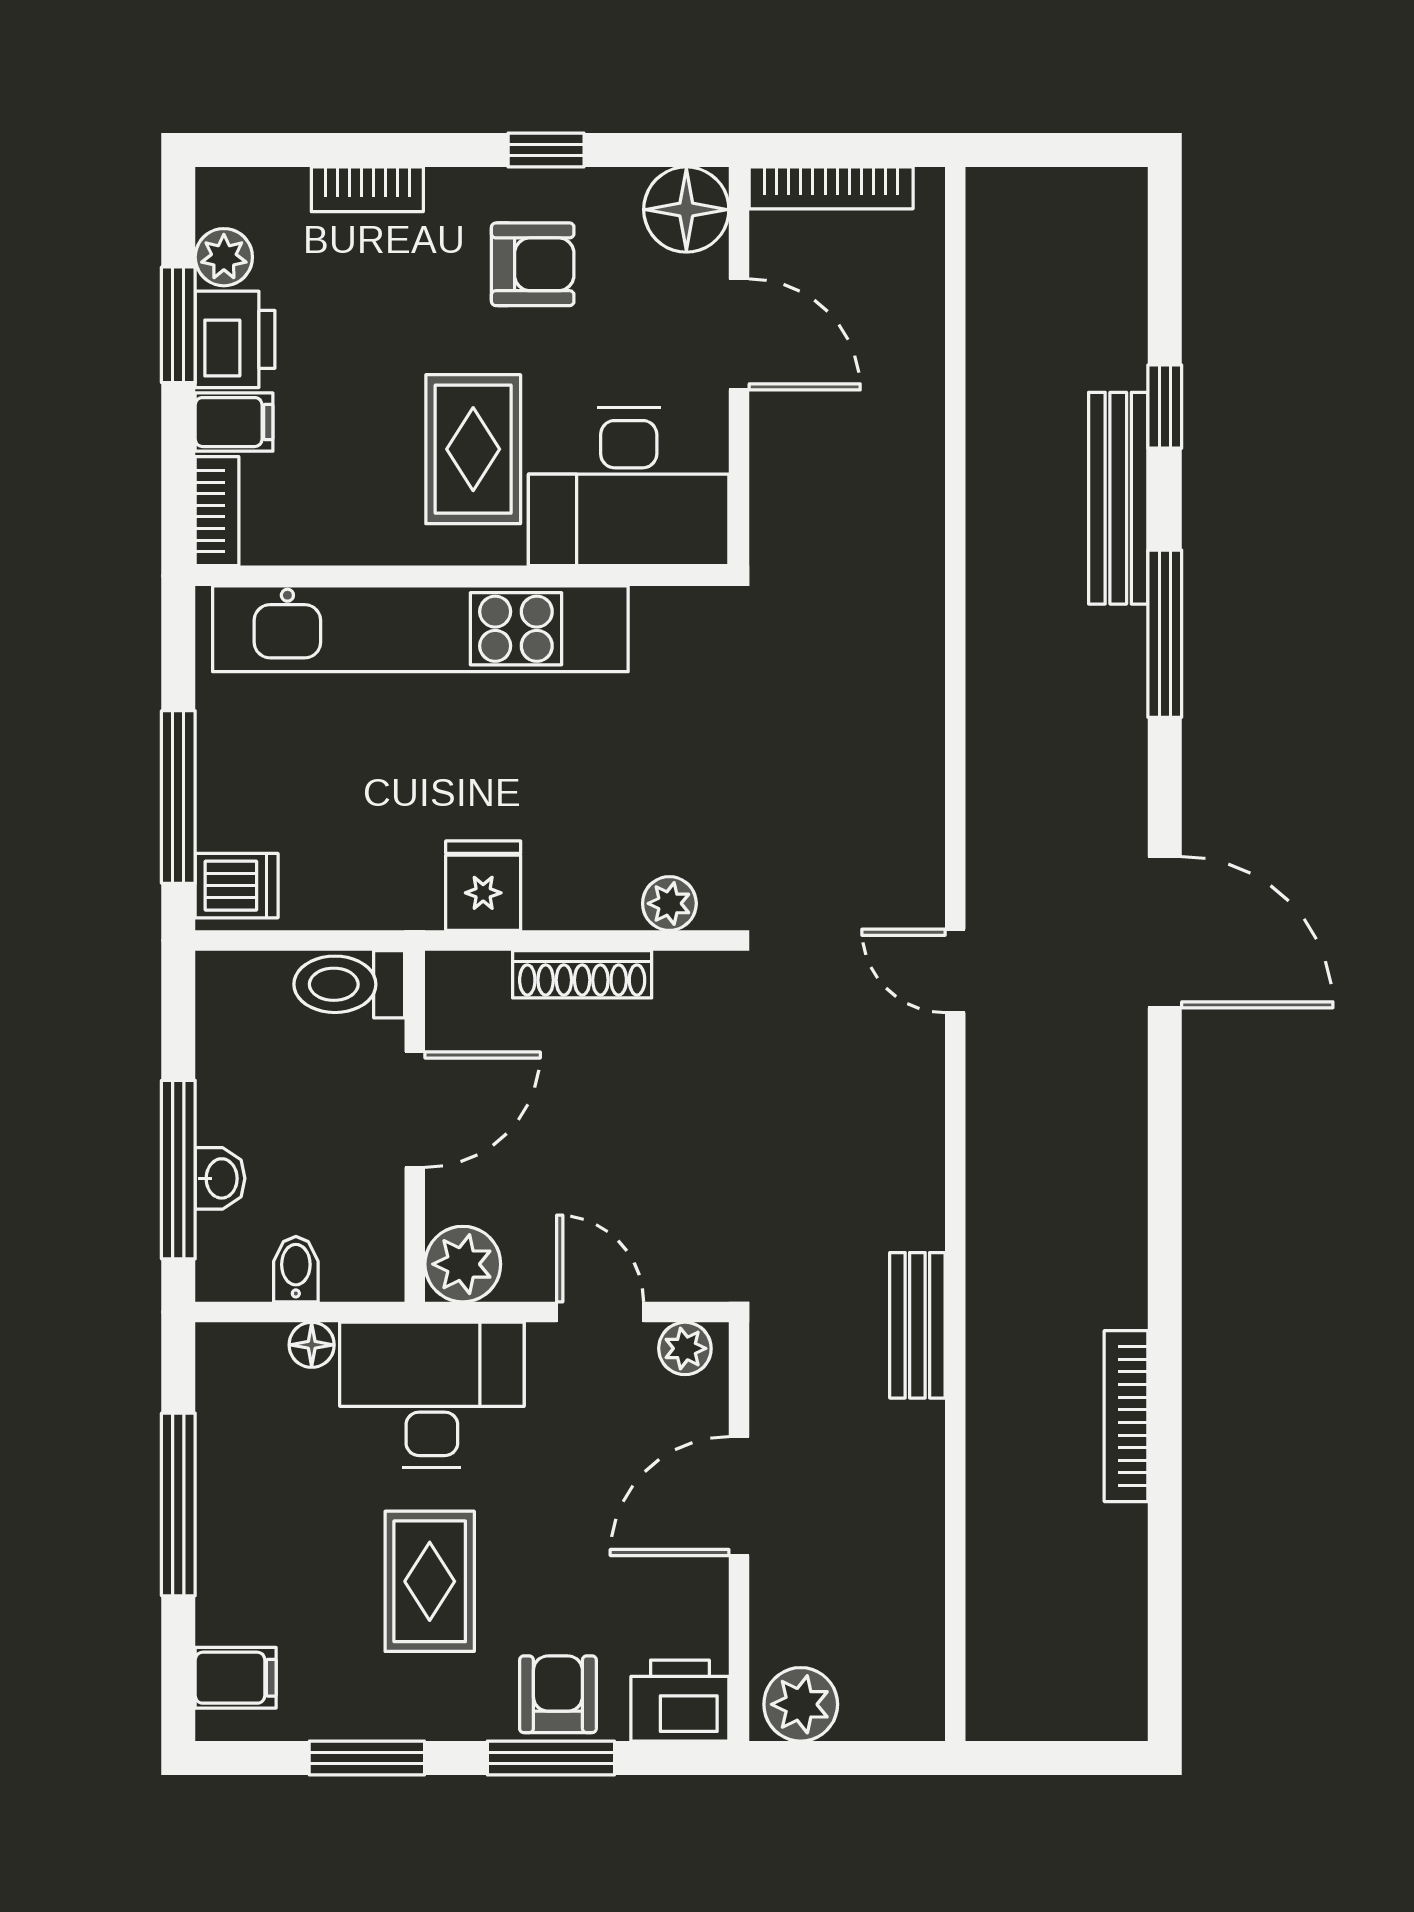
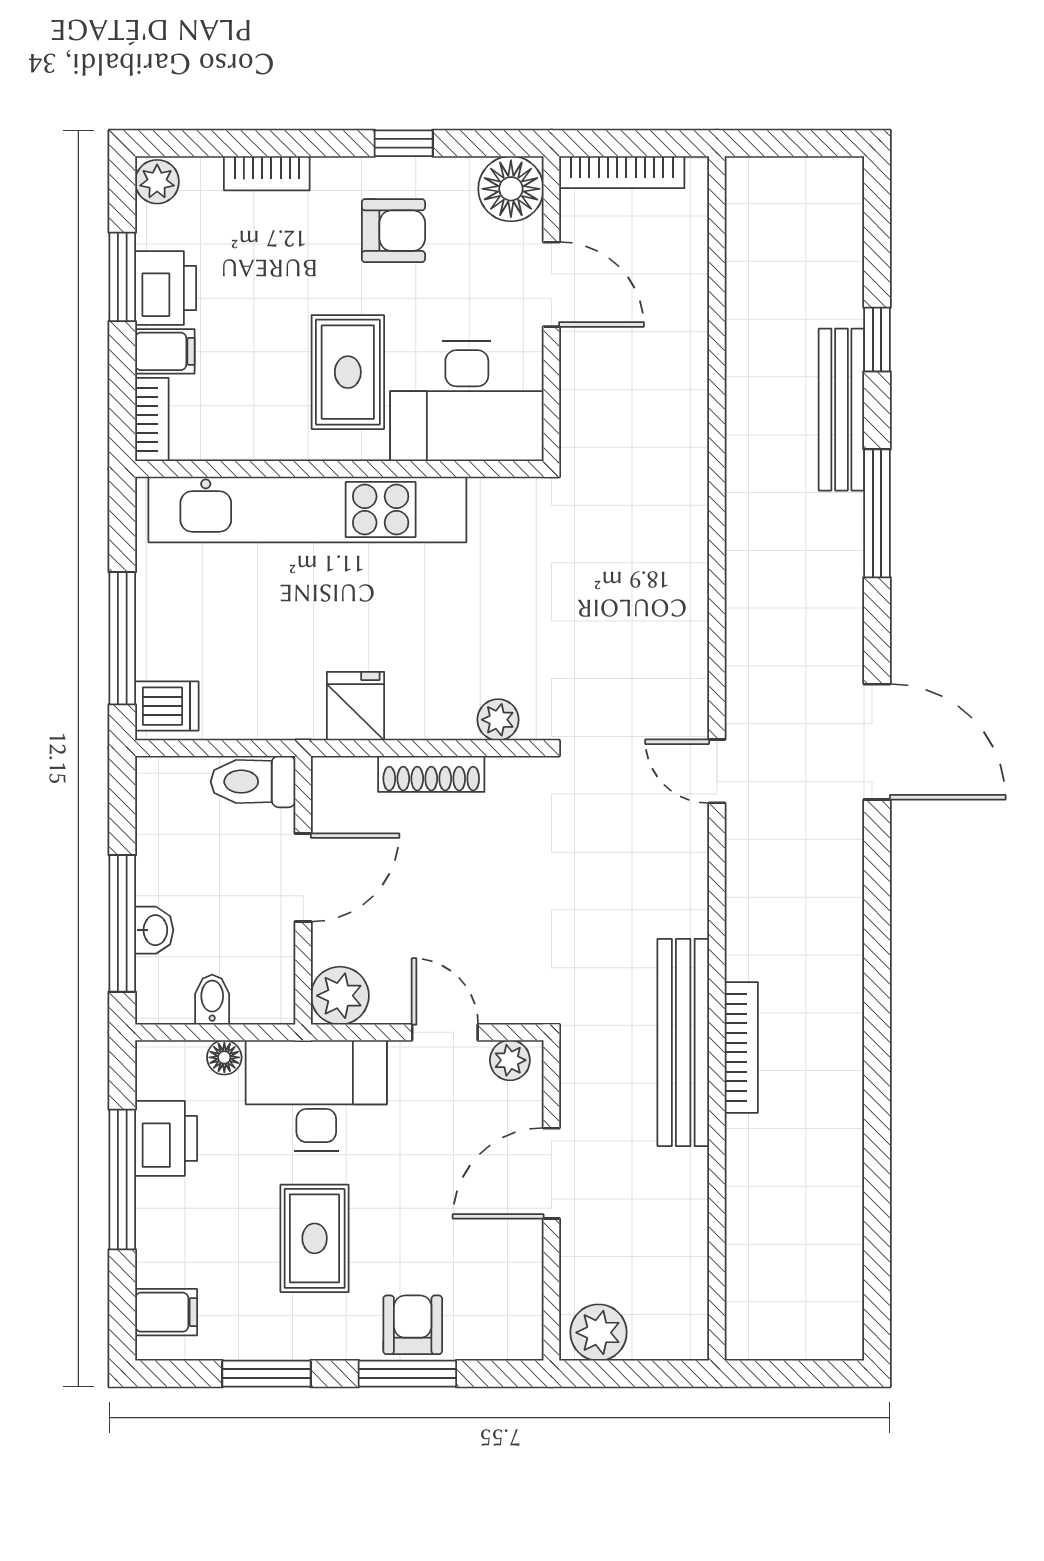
plant: (224, 257) -> (157, 182), moved
bench: (917, 1325) -> (683, 1042), width x1.86, depth x1.21
bookcase: (1126, 1416) -> (741, 1047), moved, turned 180
printer: (680, 1701) -> (166, 1138), moved, turned 90

